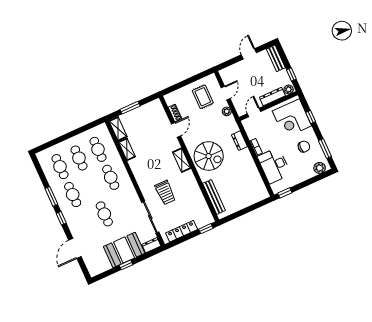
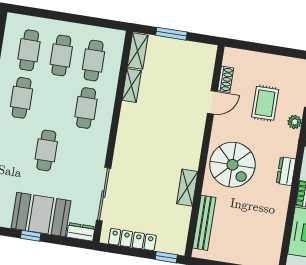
rug: (203, 97) -> (265, 103), moved
shelving: (182, 160) -> (187, 188), moved
trolley: (165, 192) -> (144, 175), removed

